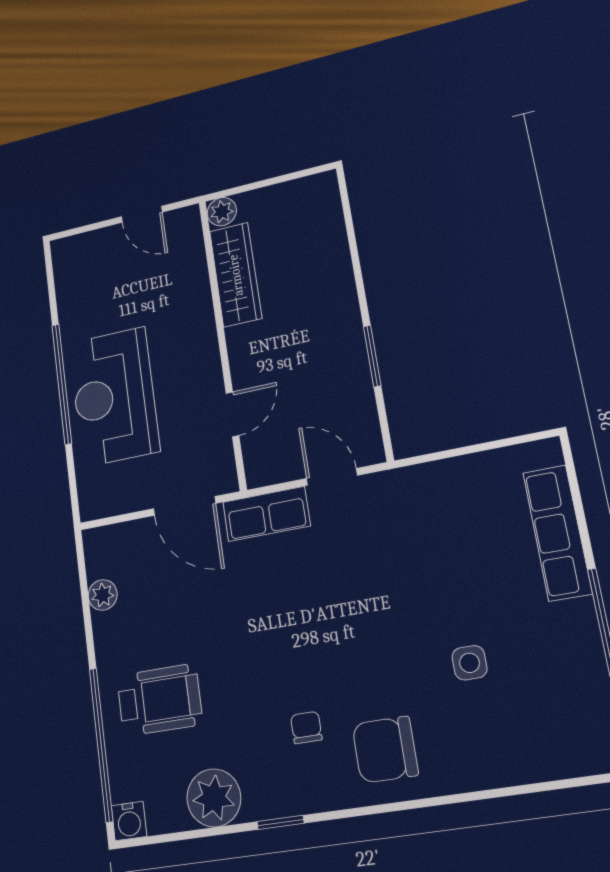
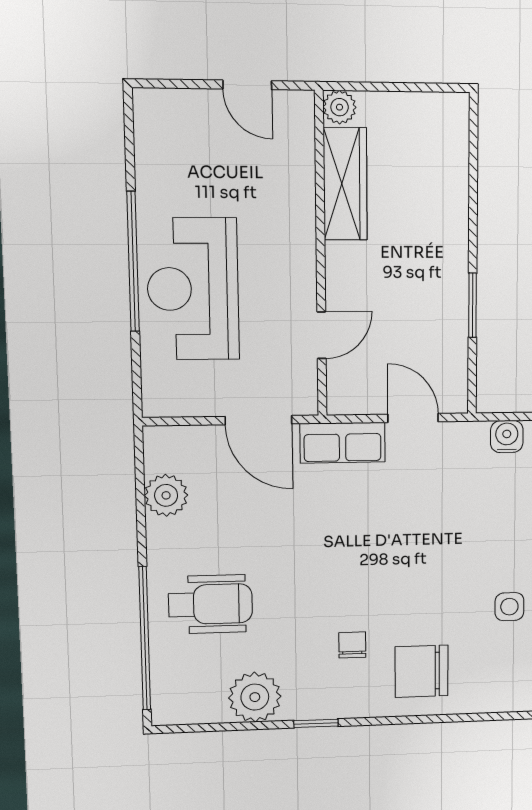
plant: (103, 595) -> (166, 495), width x1.38, depth x1.38
water cooler: (129, 821) -> (507, 437), moved, turned 180

